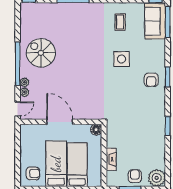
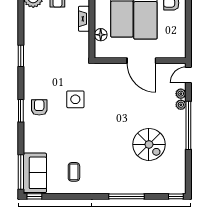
spiral stairs: (41, 53) -> (149, 144), moved
side table: (122, 59) -> (75, 99), moved
floor lamp: (96, 130) -> (101, 35), moved

